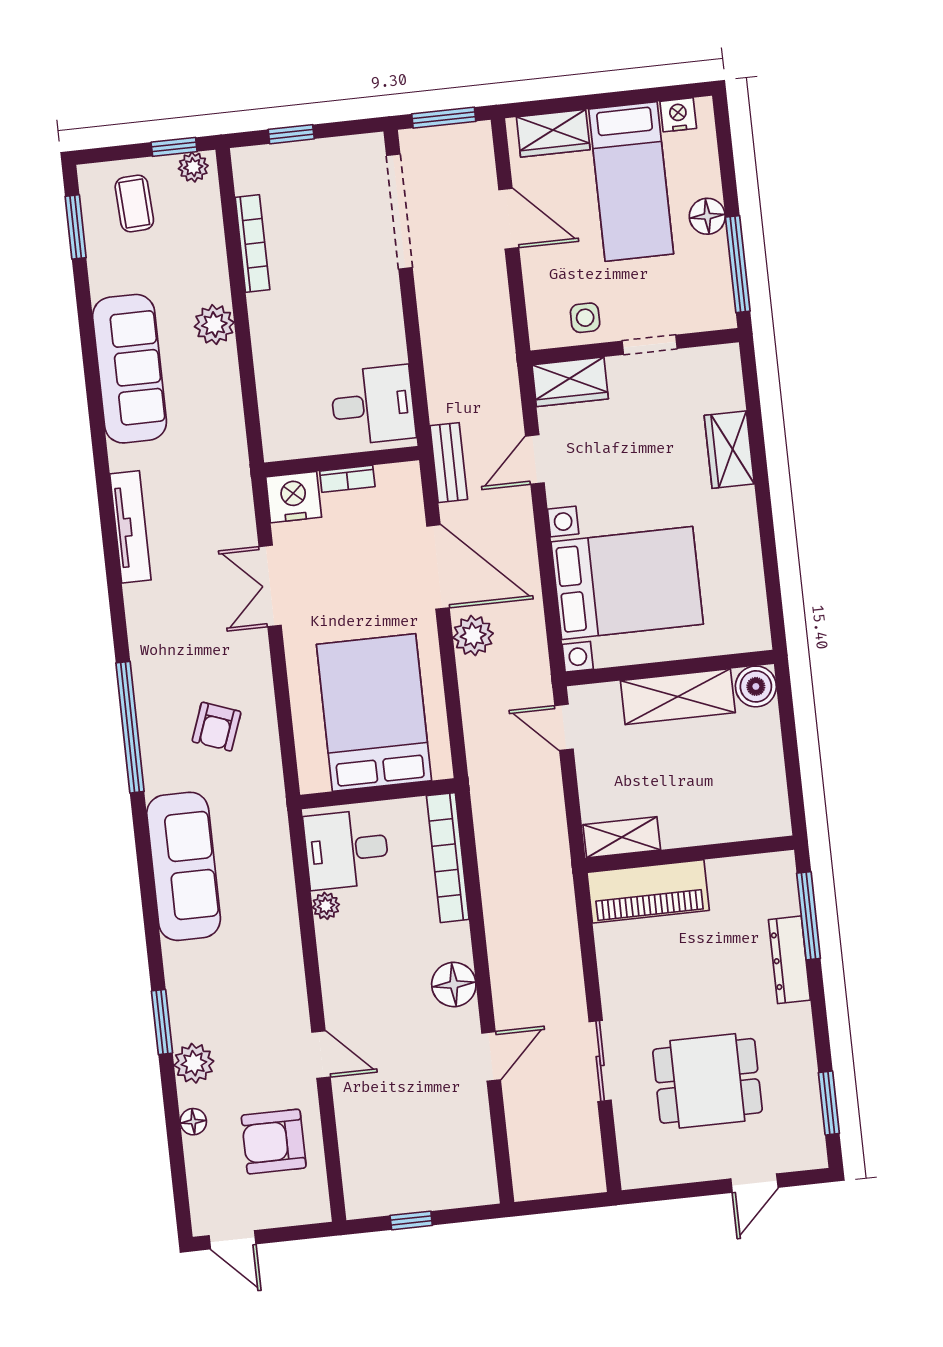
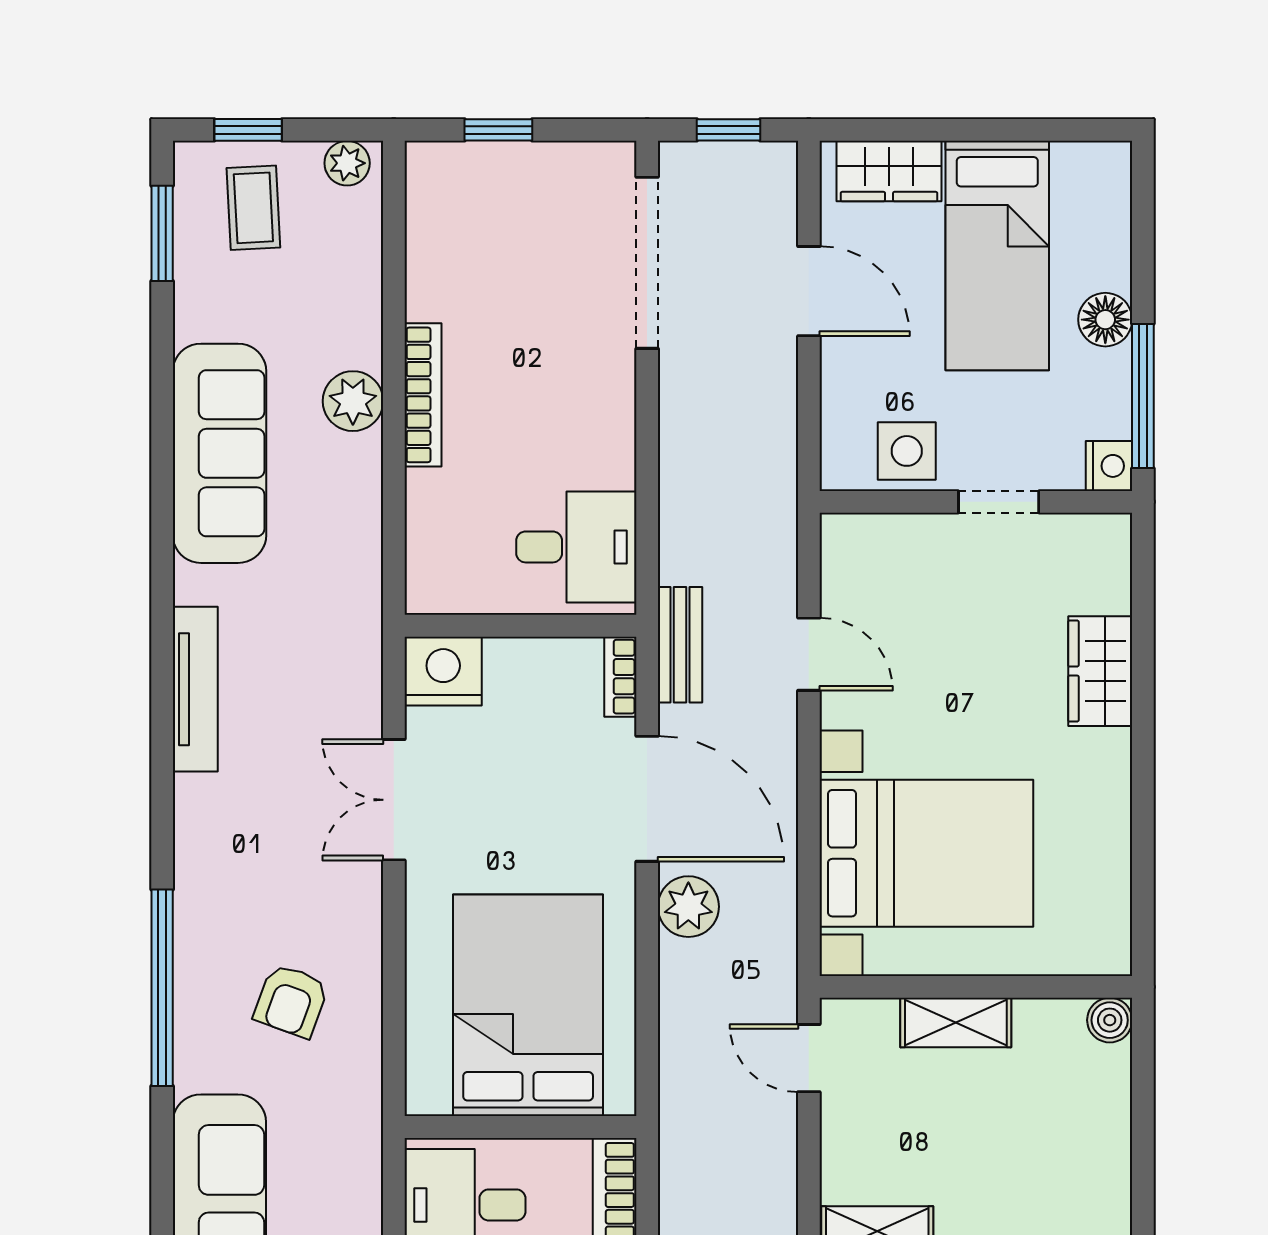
nightstand: (678, 115) -> (1109, 466), moved, turned 90
window: (444, 118) -> (728, 130), width x0.67
window: (174, 147) -> (248, 130), moved
bookcase: (252, 244) -> (423, 395), moved
side table: (585, 318) -> (907, 451), width x1.37, depth x1.37
wardrobe: (570, 382) -> (874, 544), removed
door: (535, 459) -> (809, 654), swing flipped
bookcase: (347, 479) -> (620, 677), moved, turned 90
boiler: (756, 686) -> (1110, 1020), width x0.73, depth x0.73
shelving: (678, 697) -> (956, 1023), width x0.67, depth x0.75

